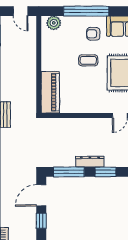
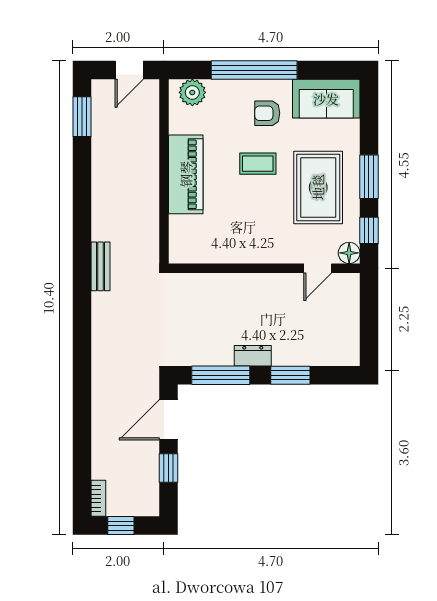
door: (20, 11) -> (129, 70), hinge flipped
piano: (50, 92) -> (186, 174), moved
dresser: (90, 162) -> (253, 356), width x0.70

